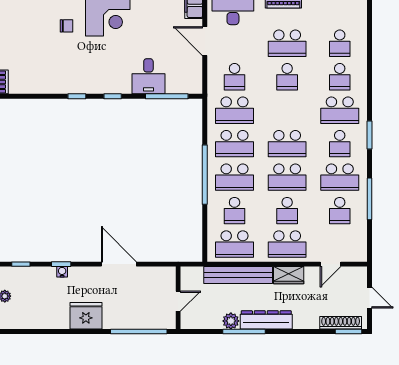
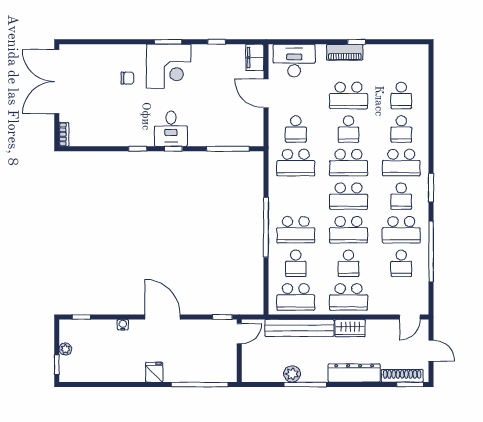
desk: (148, 76) -> (171, 129), moved
school desk: (235, 144) -> (349, 163), moved
window: (369, 199) -> (431, 252), width x1.46
window: (61, 264) -> (222, 317), moved
door: (119, 264) -> (162, 317), moved
door: (331, 264) -> (410, 317), moved
door: (178, 301) -> (239, 334), moved
fridge: (86, 316) -> (154, 372), width x0.53, depth x0.75
dresser: (266, 320) -> (354, 373), moved

